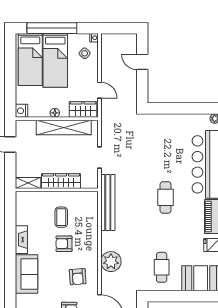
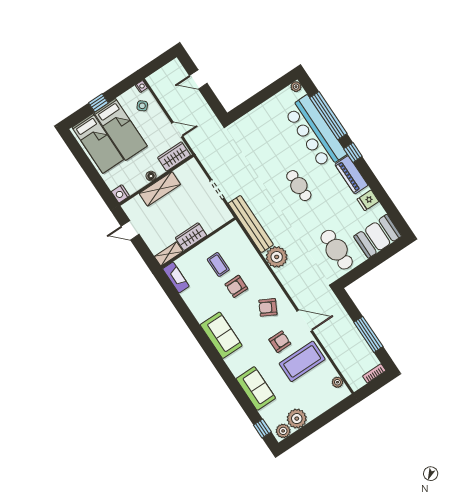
window: (52, 28) -> (98, 103), width x0.32
shelving: (64, 127) -> (160, 189), width x0.68
wardrobe: (61, 181) -> (191, 237), width x0.67
fireplace: (21, 240) -> (176, 277), moved
plant: (111, 262) -> (277, 257), moved
cafe table: (162, 267) -> (337, 250), width x1.37, depth x1.35
armchair: (78, 277) -> (268, 307), turned 122

